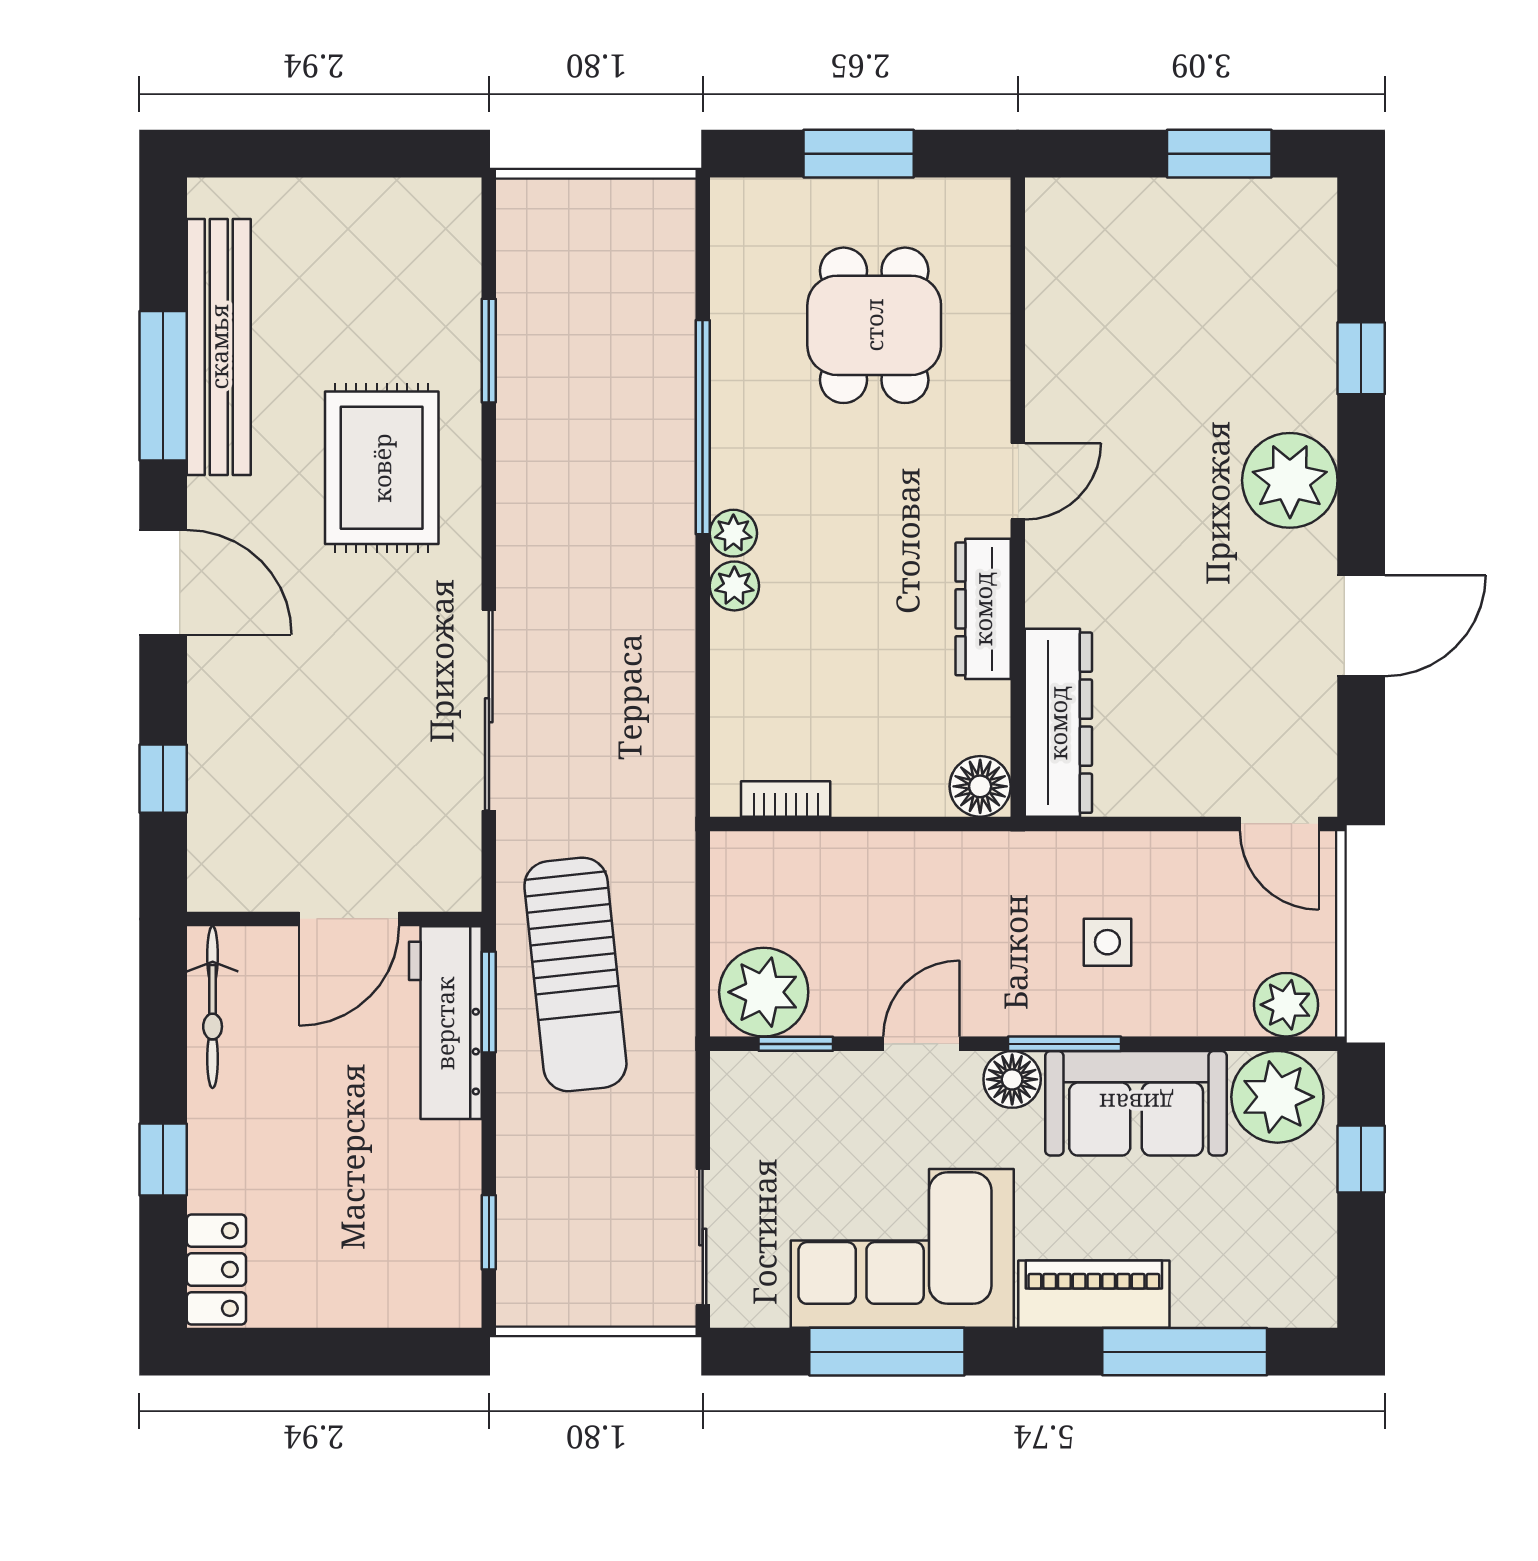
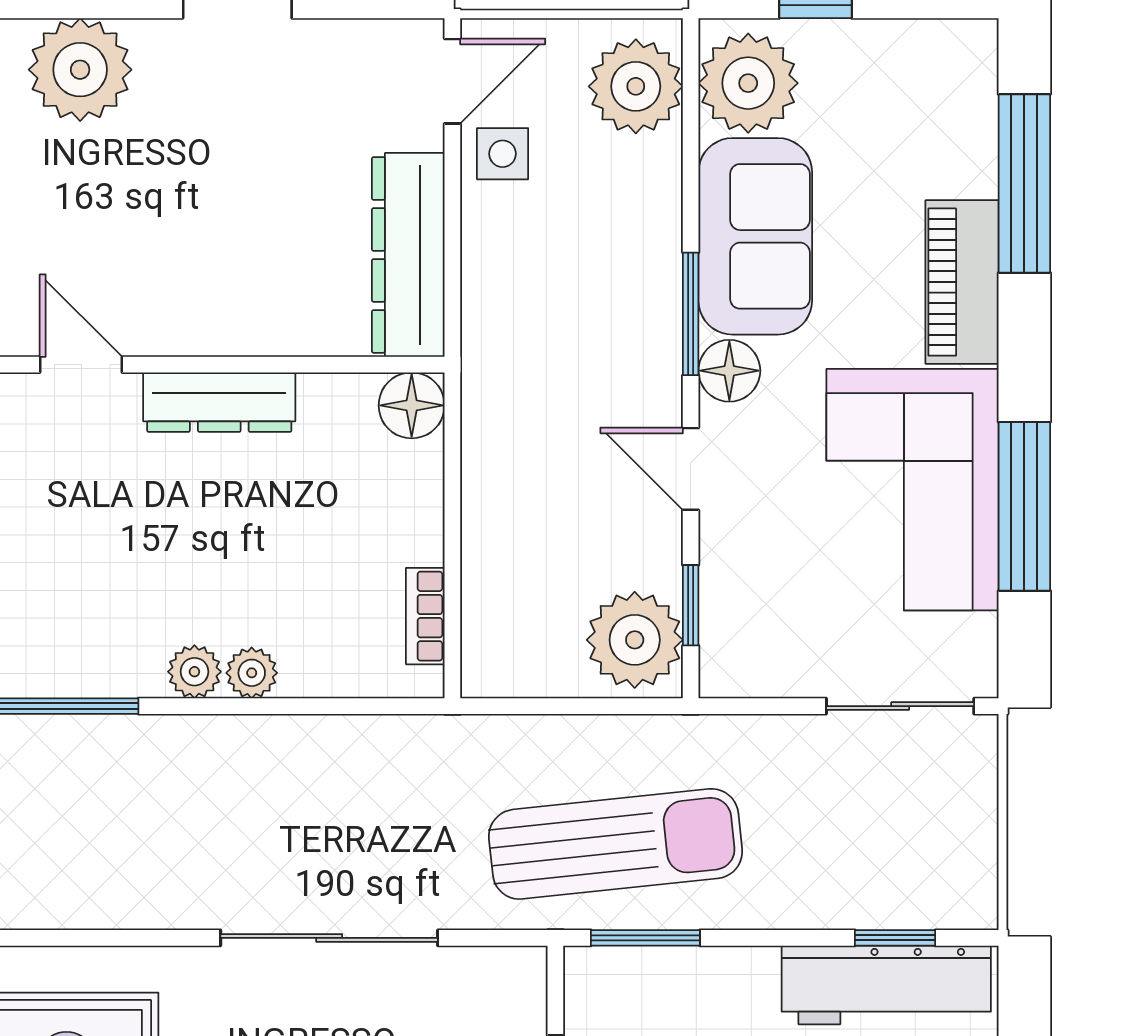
plant: (733, 533) -> (252, 673), moved
dresser: (1058, 723) -> (408, 255), moved, turned -90
side table: (1107, 942) -> (503, 154), moved
plant: (1286, 1005) -> (636, 86), width x1.36, depth x1.36
workbench: (445, 1023) -> (886, 985), moved

